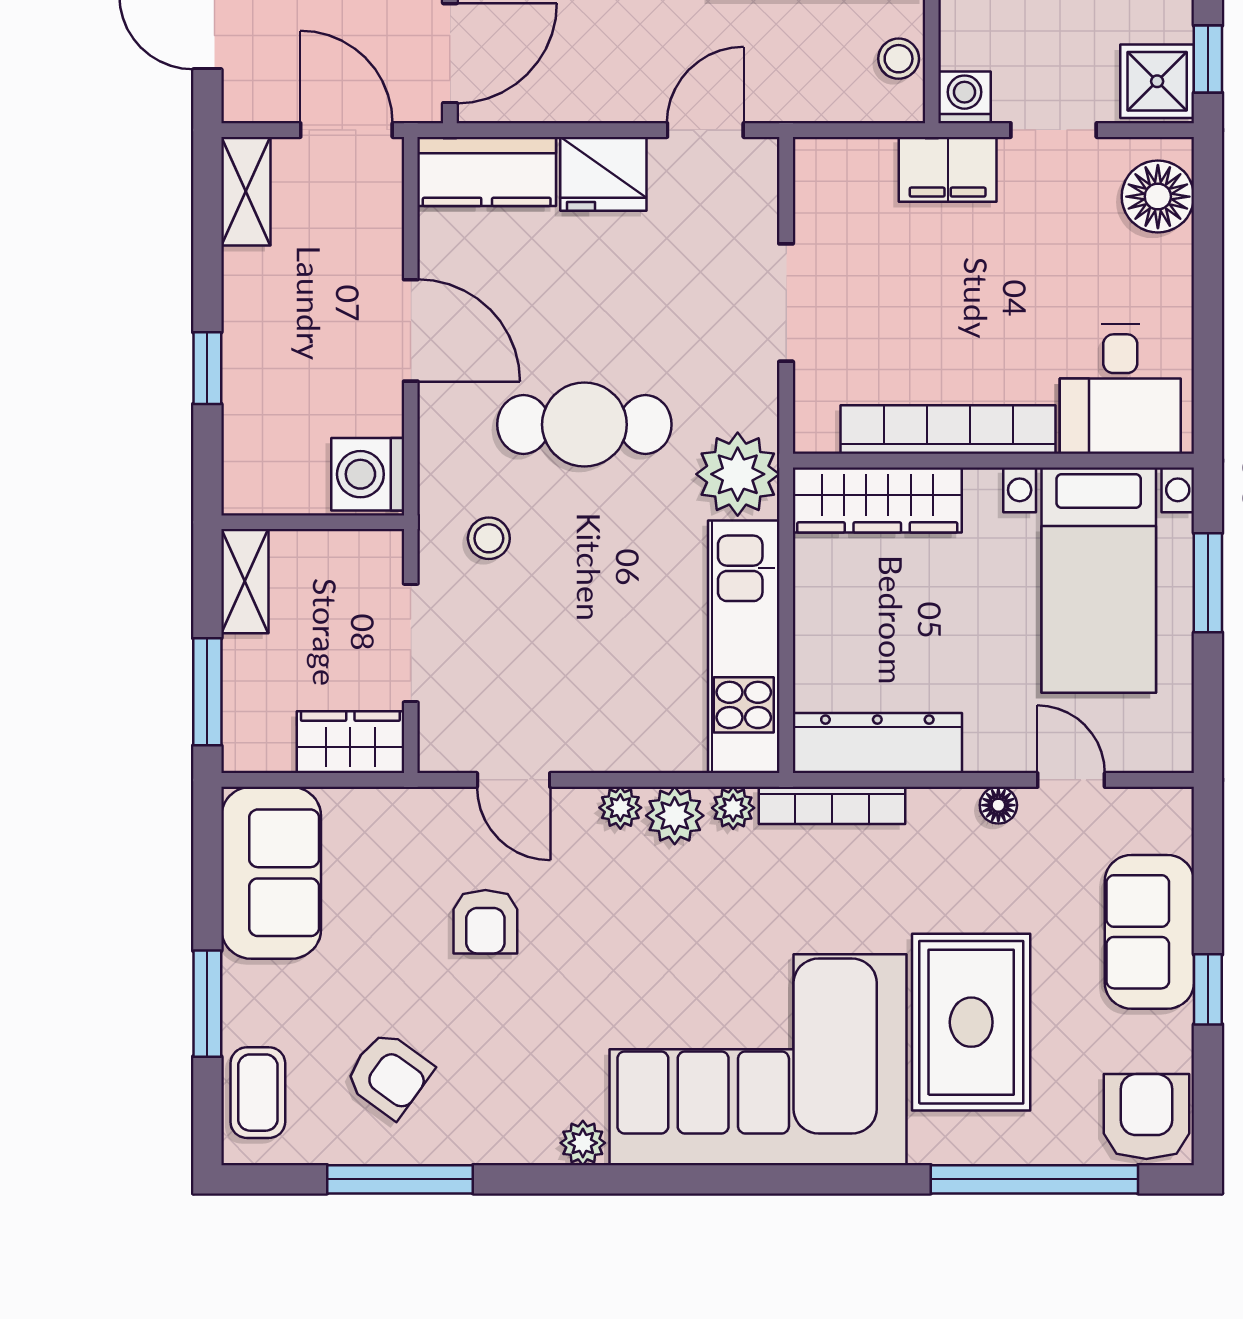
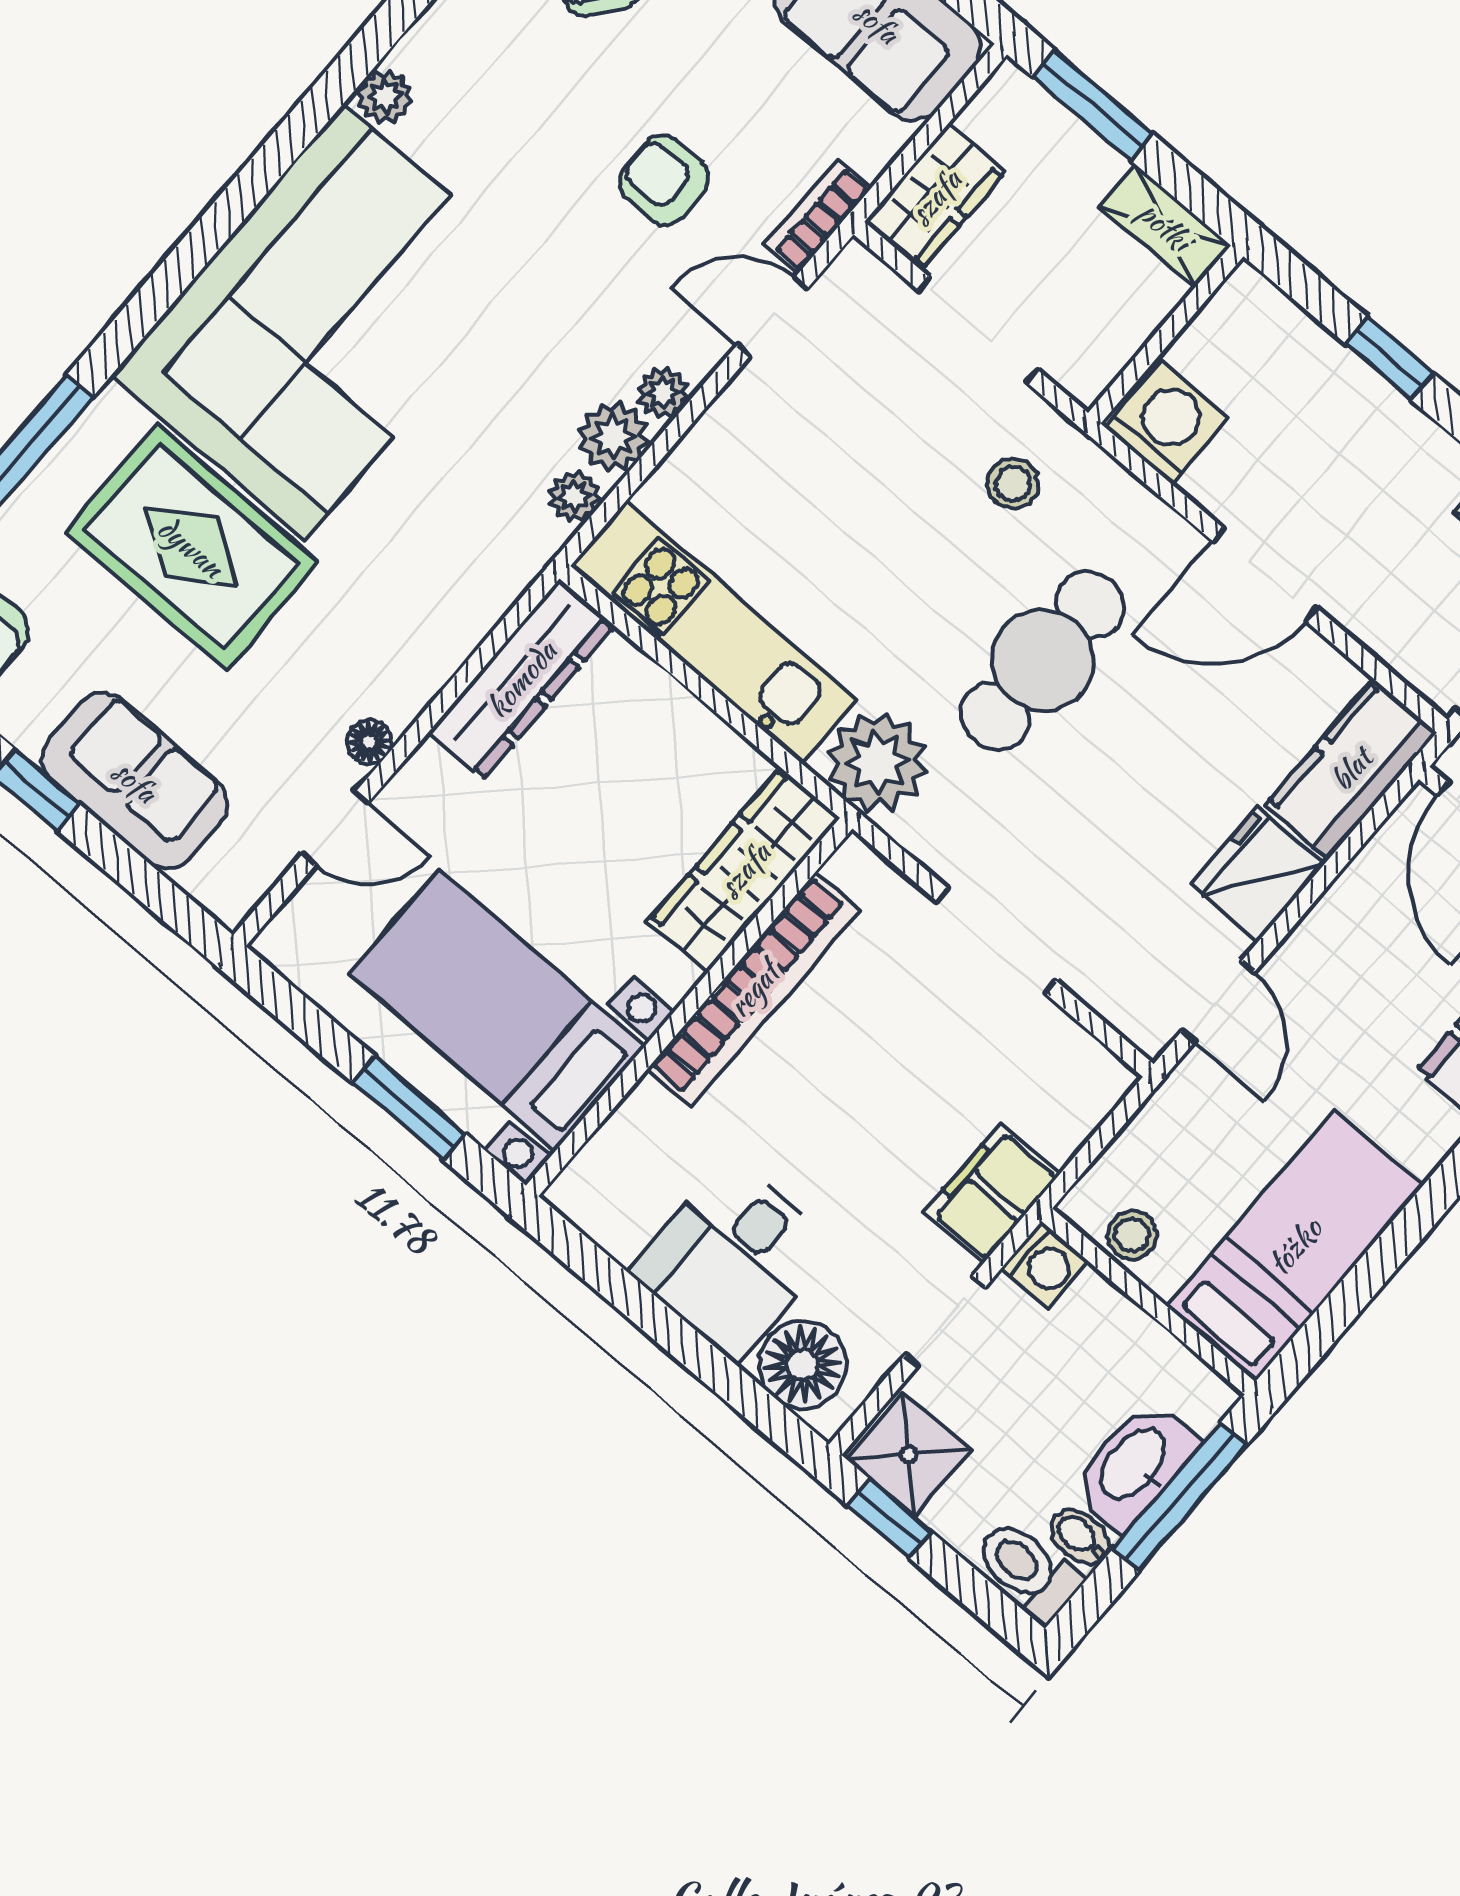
desk: (1120, 389) -> (733, 1259), moved, turned -90
bookcase: (832, 805) -> (818, 216), moved, width x0.64

